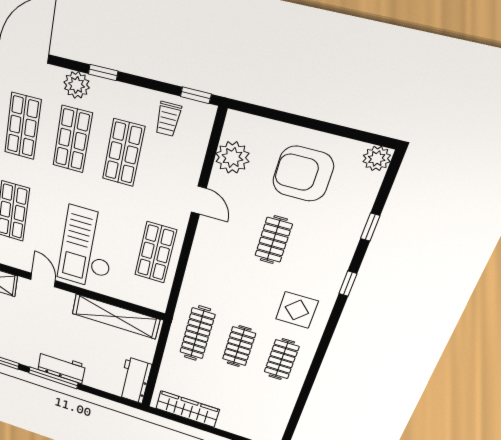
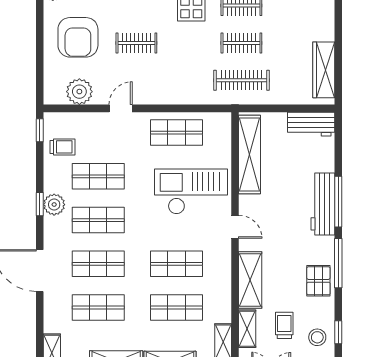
plant: (77, 85) -> (54, 205), moved
checkout: (87, 248) -> (191, 191), turned 180
door: (43, 280) -> (235, 227), swing flipped
workbench: (61, 367) -> (323, 204), width x1.38

